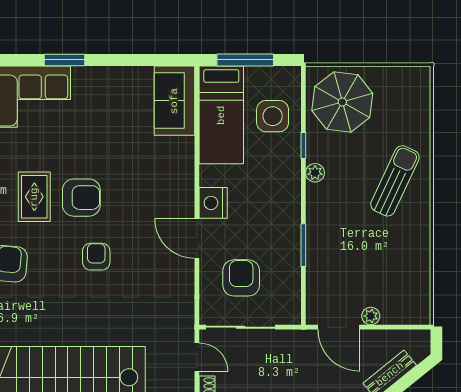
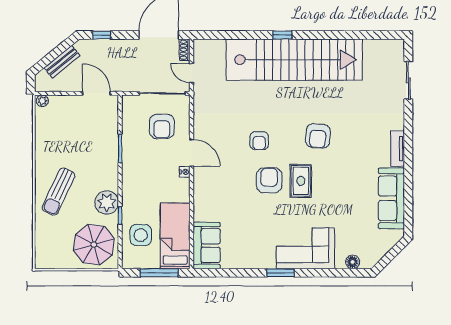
plant: (315, 173) -> (107, 203), width x1.87, depth x1.87
armchair: (81, 198) -> (269, 180), turned 90
nightstand: (213, 203) -> (185, 172), width x0.53, depth x0.56
plant: (371, 316) -> (42, 101), moved

